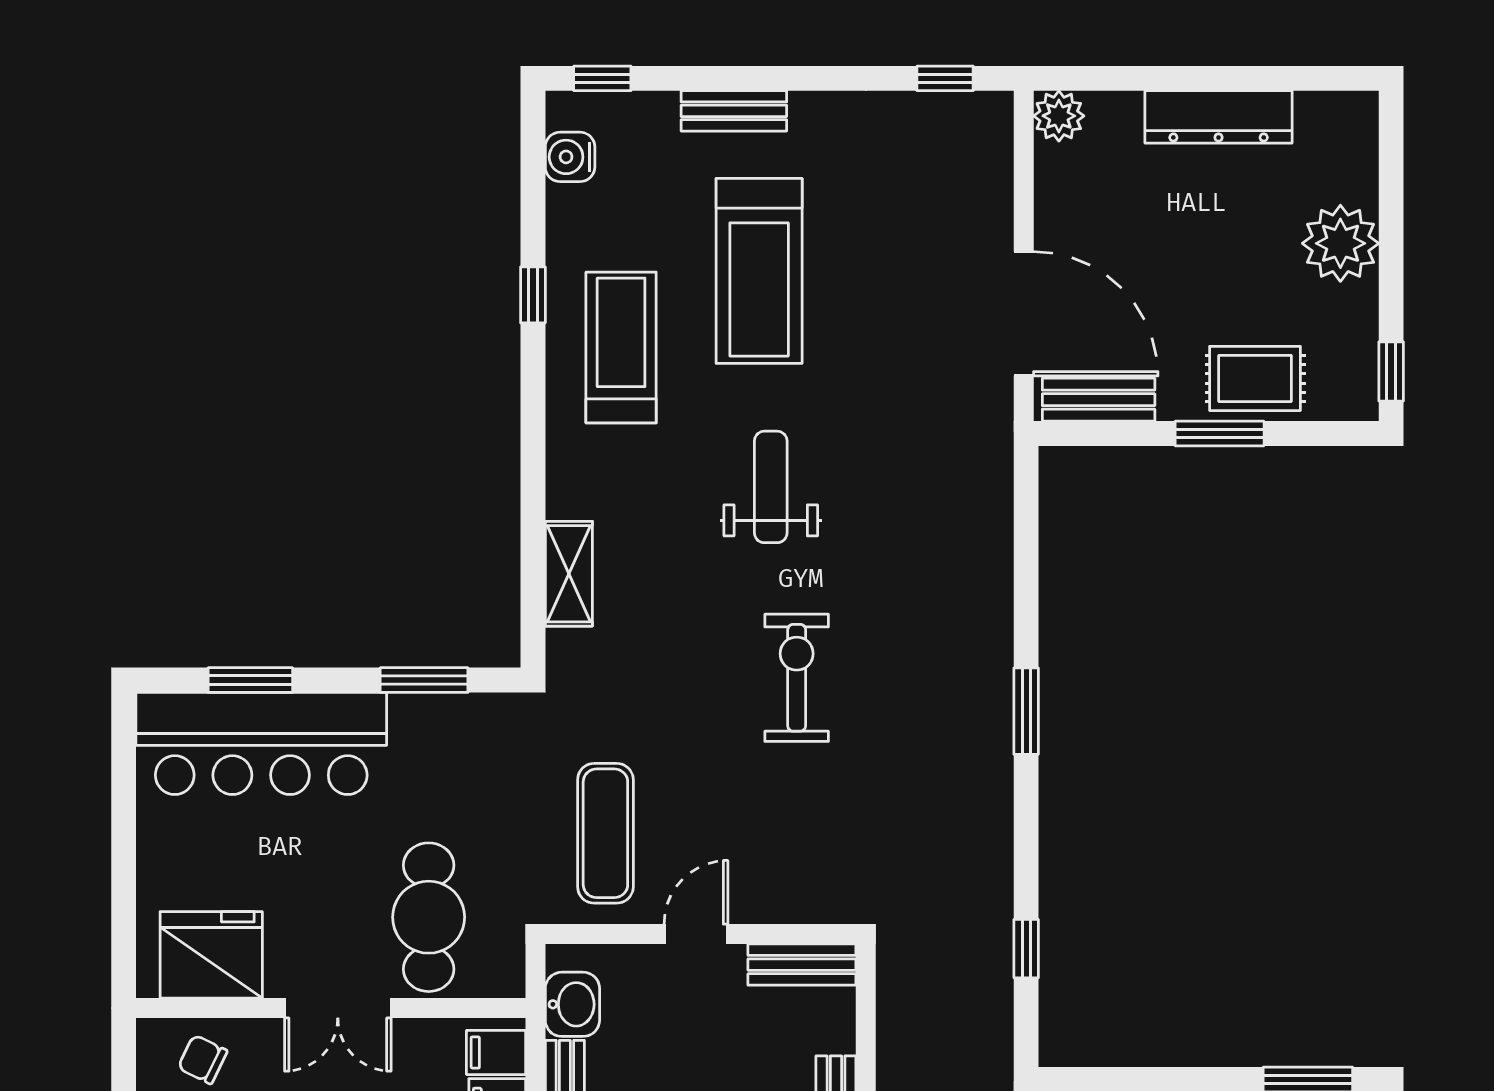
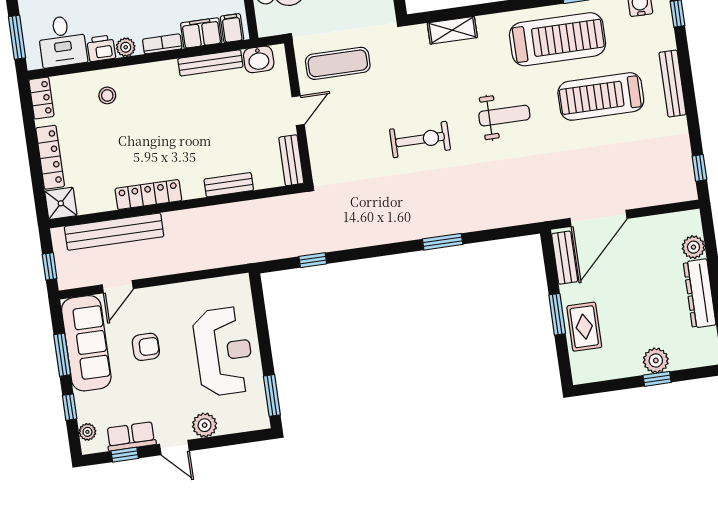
bench: (734, 111) -> (673, 83), width x1.36
plant: (1059, 116) -> (693, 247), moved
plant: (1340, 243) -> (656, 360), width x0.73, depth x0.73
treadmill: (621, 347) -> (558, 39), width x1.37, depth x1.38
window: (1391, 371) -> (657, 379), moved
window: (1026, 711) -> (443, 242), moved
door: (696, 934) -> (298, 111), hinge flipped

